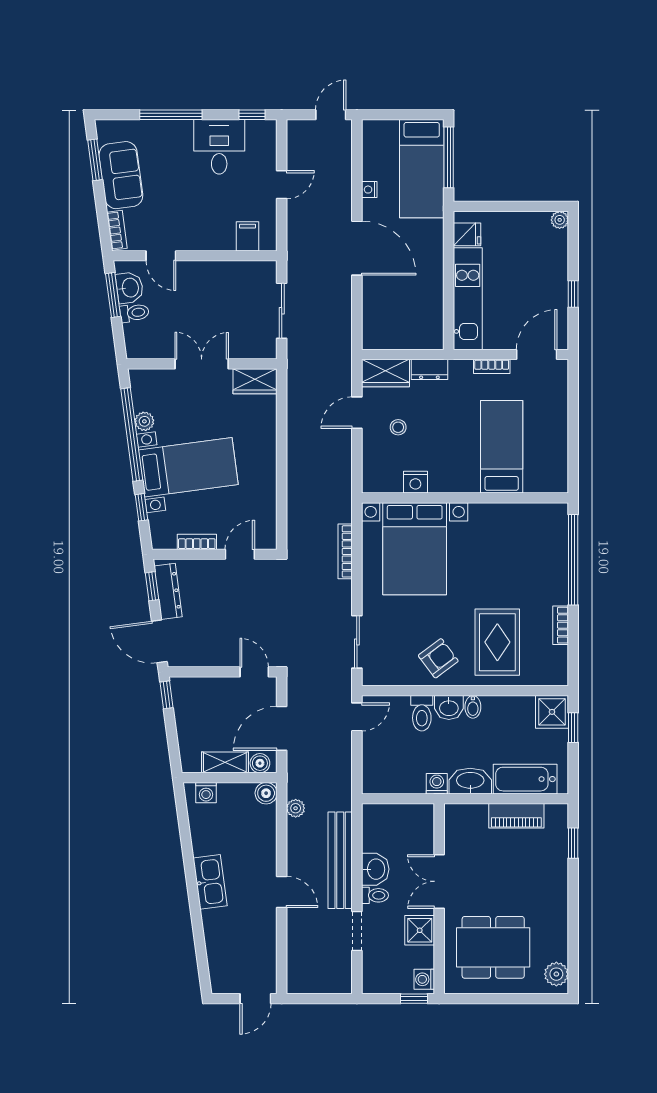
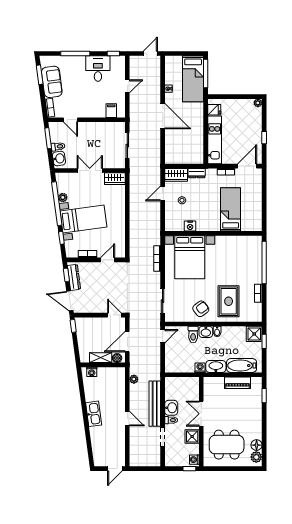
washbasin: (130, 288) -> (59, 158), moved
boiler: (266, 793) -> (120, 372), removed
floor lamp: (557, 948) -> (257, 445), added

